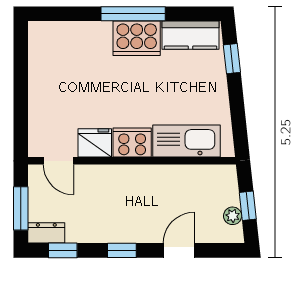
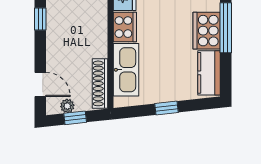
window: (232, 59) -> (166, 108), moved
shoe rack: (204, 174) -> (100, 83), added
door: (179, 250) -> (40, 85), moved

